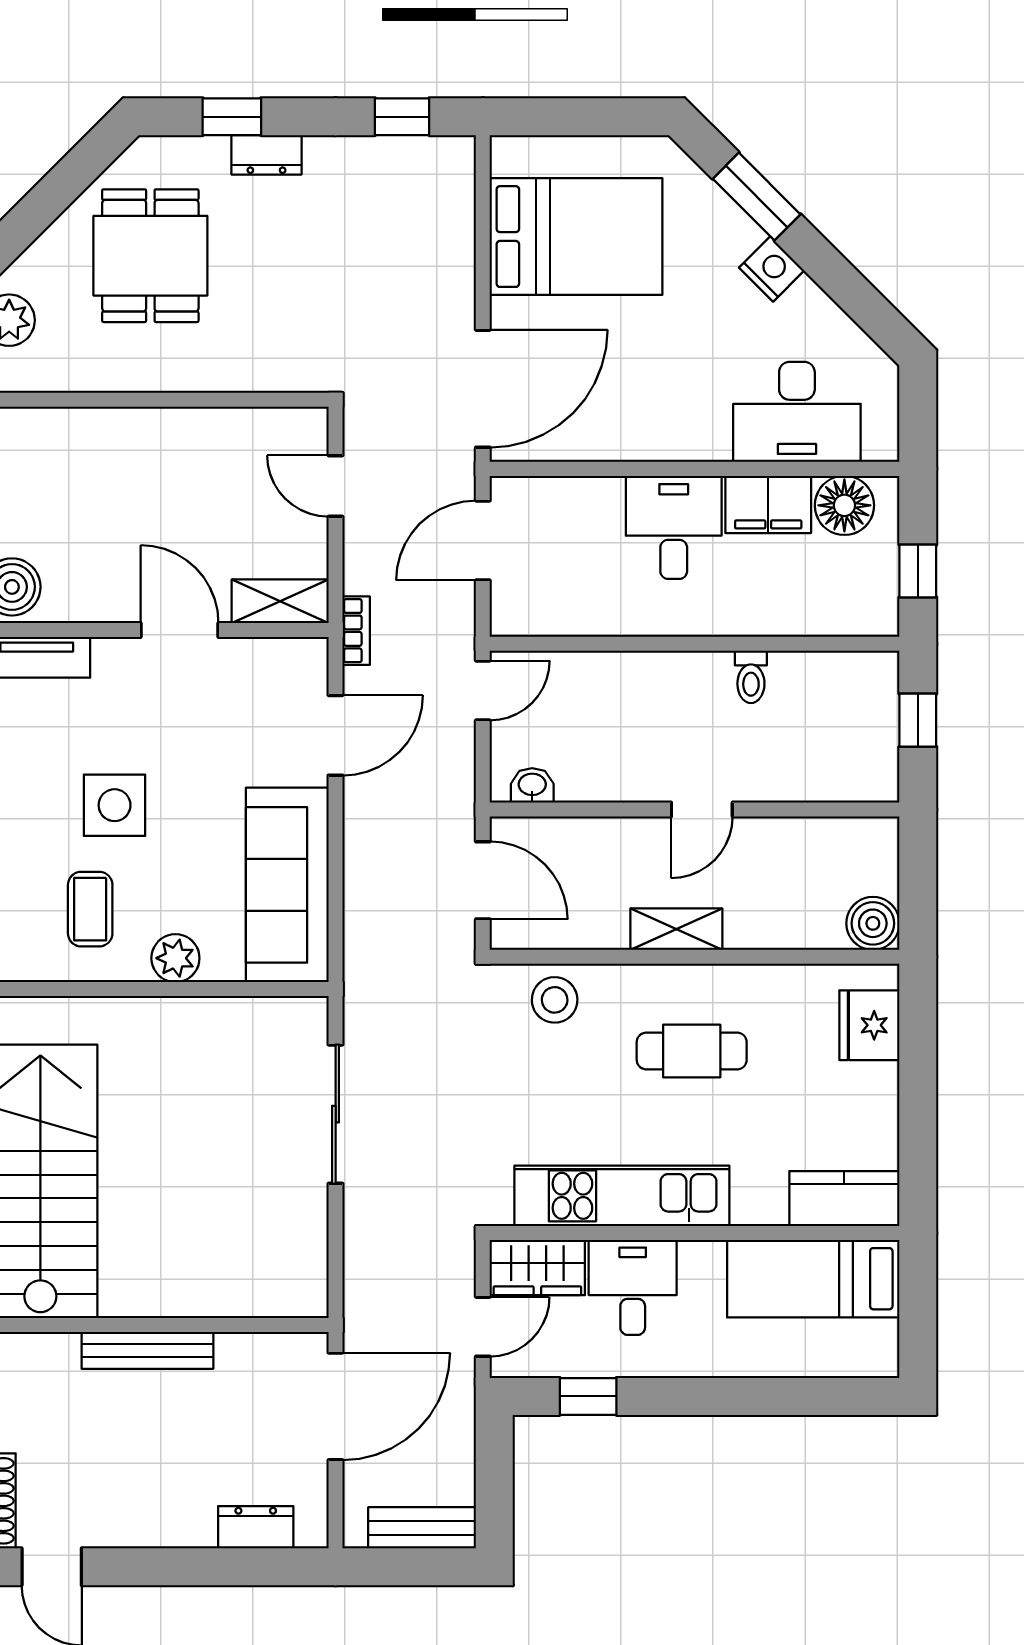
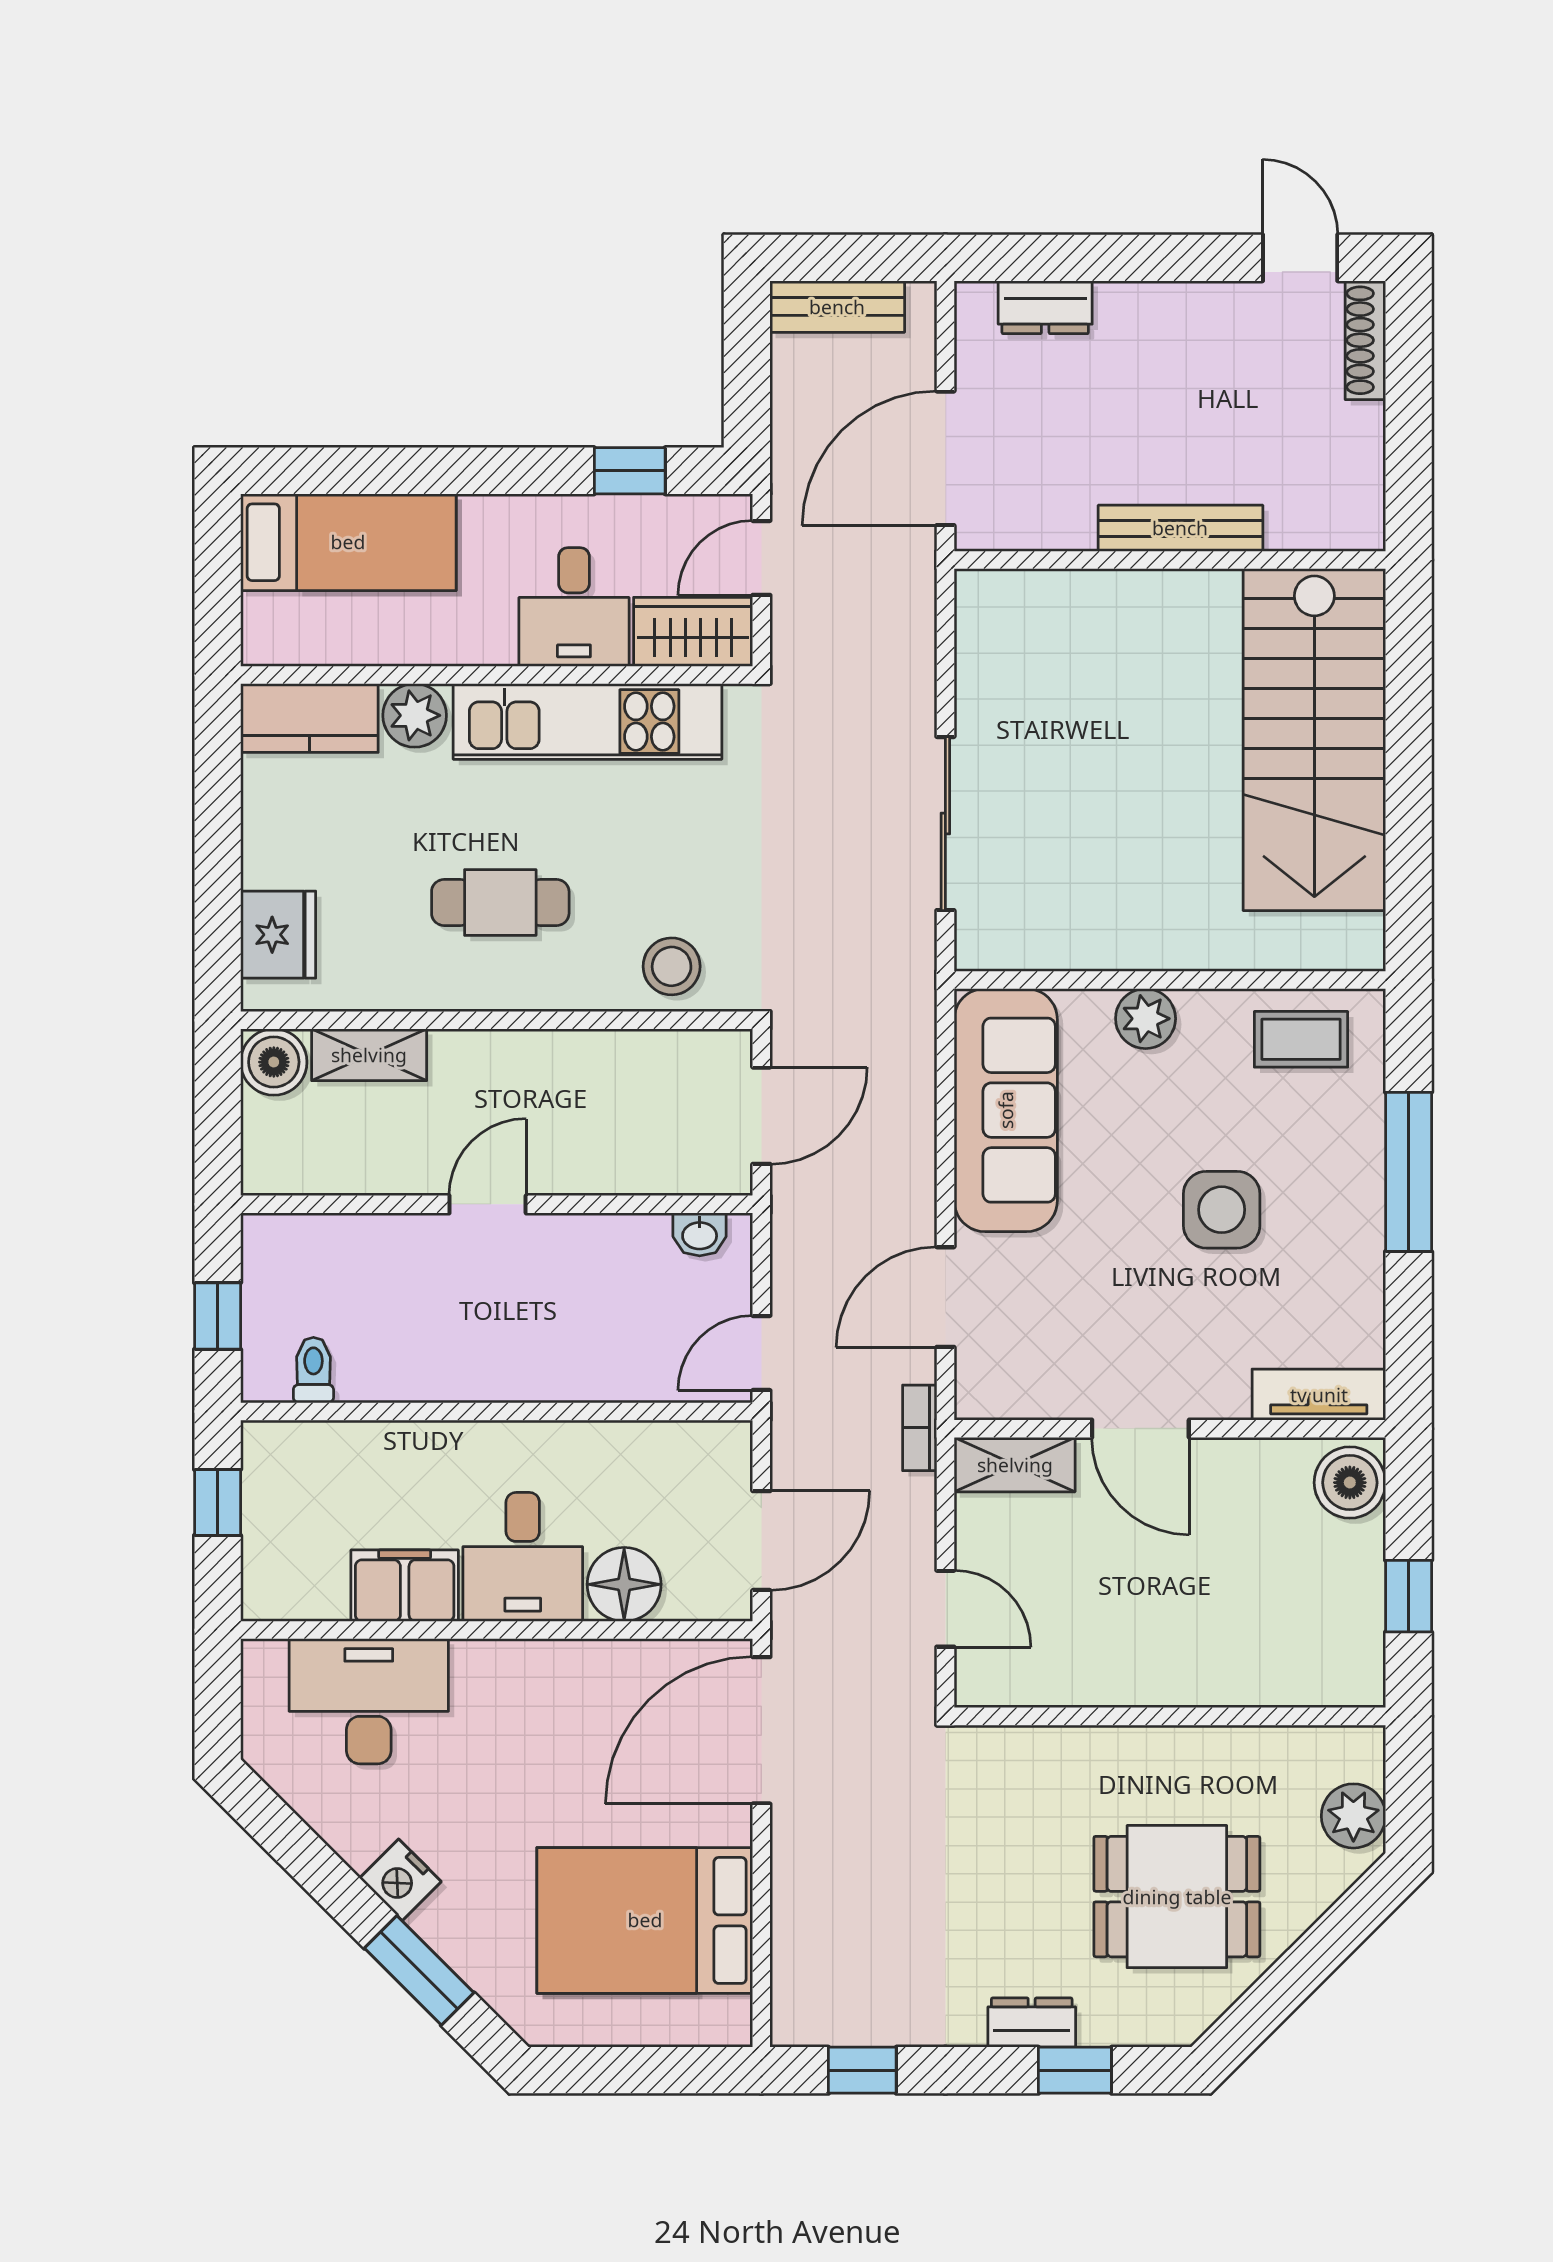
dining table: (150, 256) -> (1177, 1897), turned 90
floor lamp: (844, 505) -> (624, 1584), moved
toilet: (751, 677) -> (313, 1370), moved
door: (483, 880) -> (761, 1116), swing flipped
coffee table: (90, 909) -> (1301, 1039), moved, turned 90
shelving: (676, 929) -> (369, 1055), moved
plant: (760, 1201) -> (415, 715), added
bed: (813, 1279) -> (348, 542), moved

